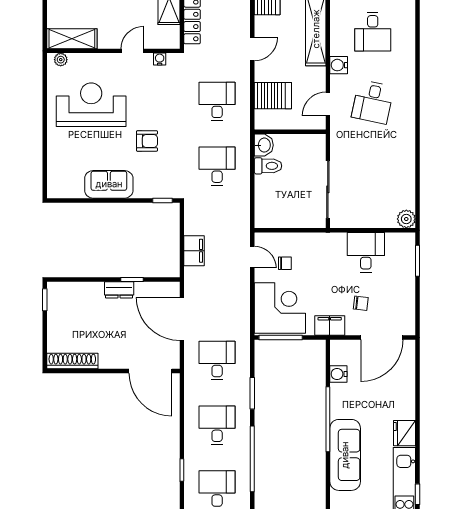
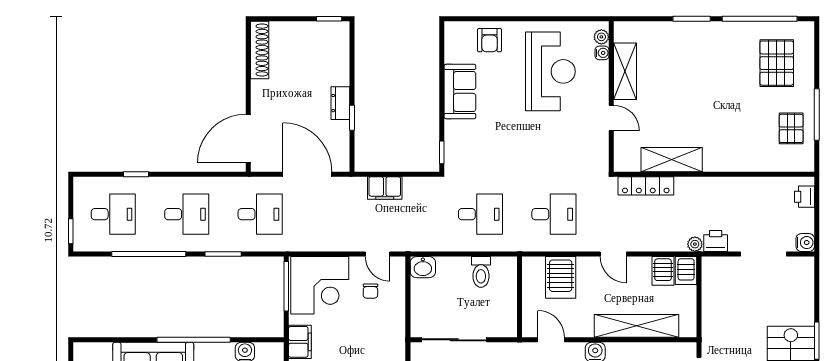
shelving: (72, 39) -> (625, 71), moved
water cooler: (160, 59) -> (602, 53), moved
armchair: (147, 141) -> (490, 40), moved
washbasin: (264, 145) -> (423, 267), moved
door: (252, 257) -> (378, 254), hinge flipped
door: (182, 319) -> (307, 174), hinge flipped

